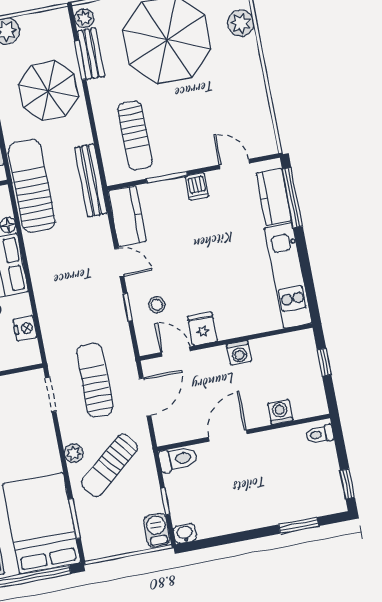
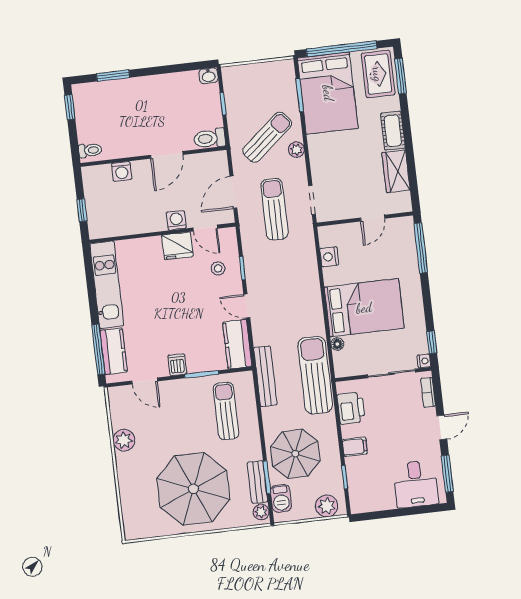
plant: (241, 23) -> (124, 440), moved
sun lounger: (32, 186) -> (315, 375), turned 180
fridge: (202, 329) -> (177, 246), width x1.38
washing machine: (239, 353) -> (176, 220), moved
sun lounger: (95, 380) -> (274, 209), turned 180
barbecue: (157, 530) -> (281, 498), moved

